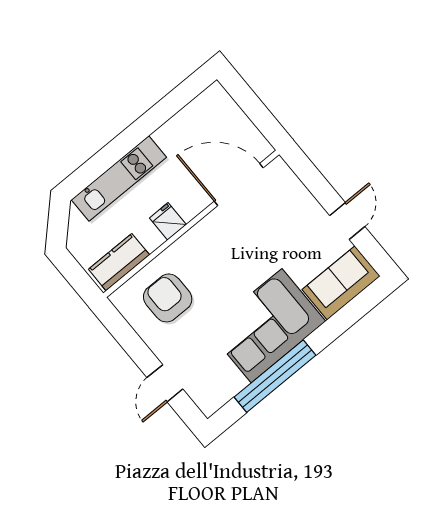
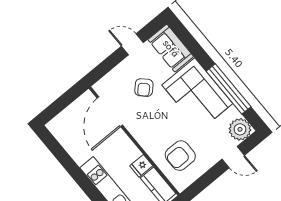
fridge: (168, 221) -> (141, 166), moved
armchair: (277, 240) -> (144, 88), added
plant: (210, 394) -> (240, 129), added

